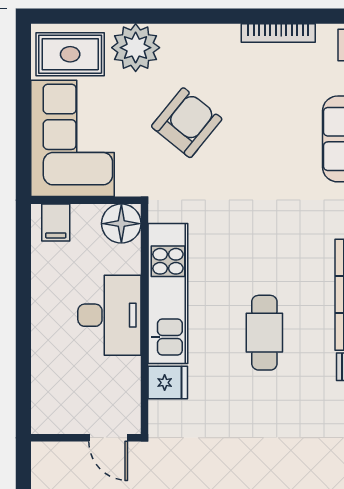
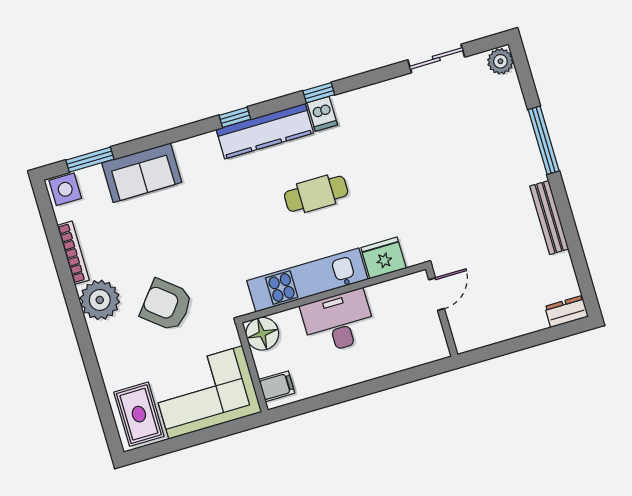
plant: (136, 48) -> (100, 300), moved
fridge: (168, 383) -> (384, 258), width x1.38

